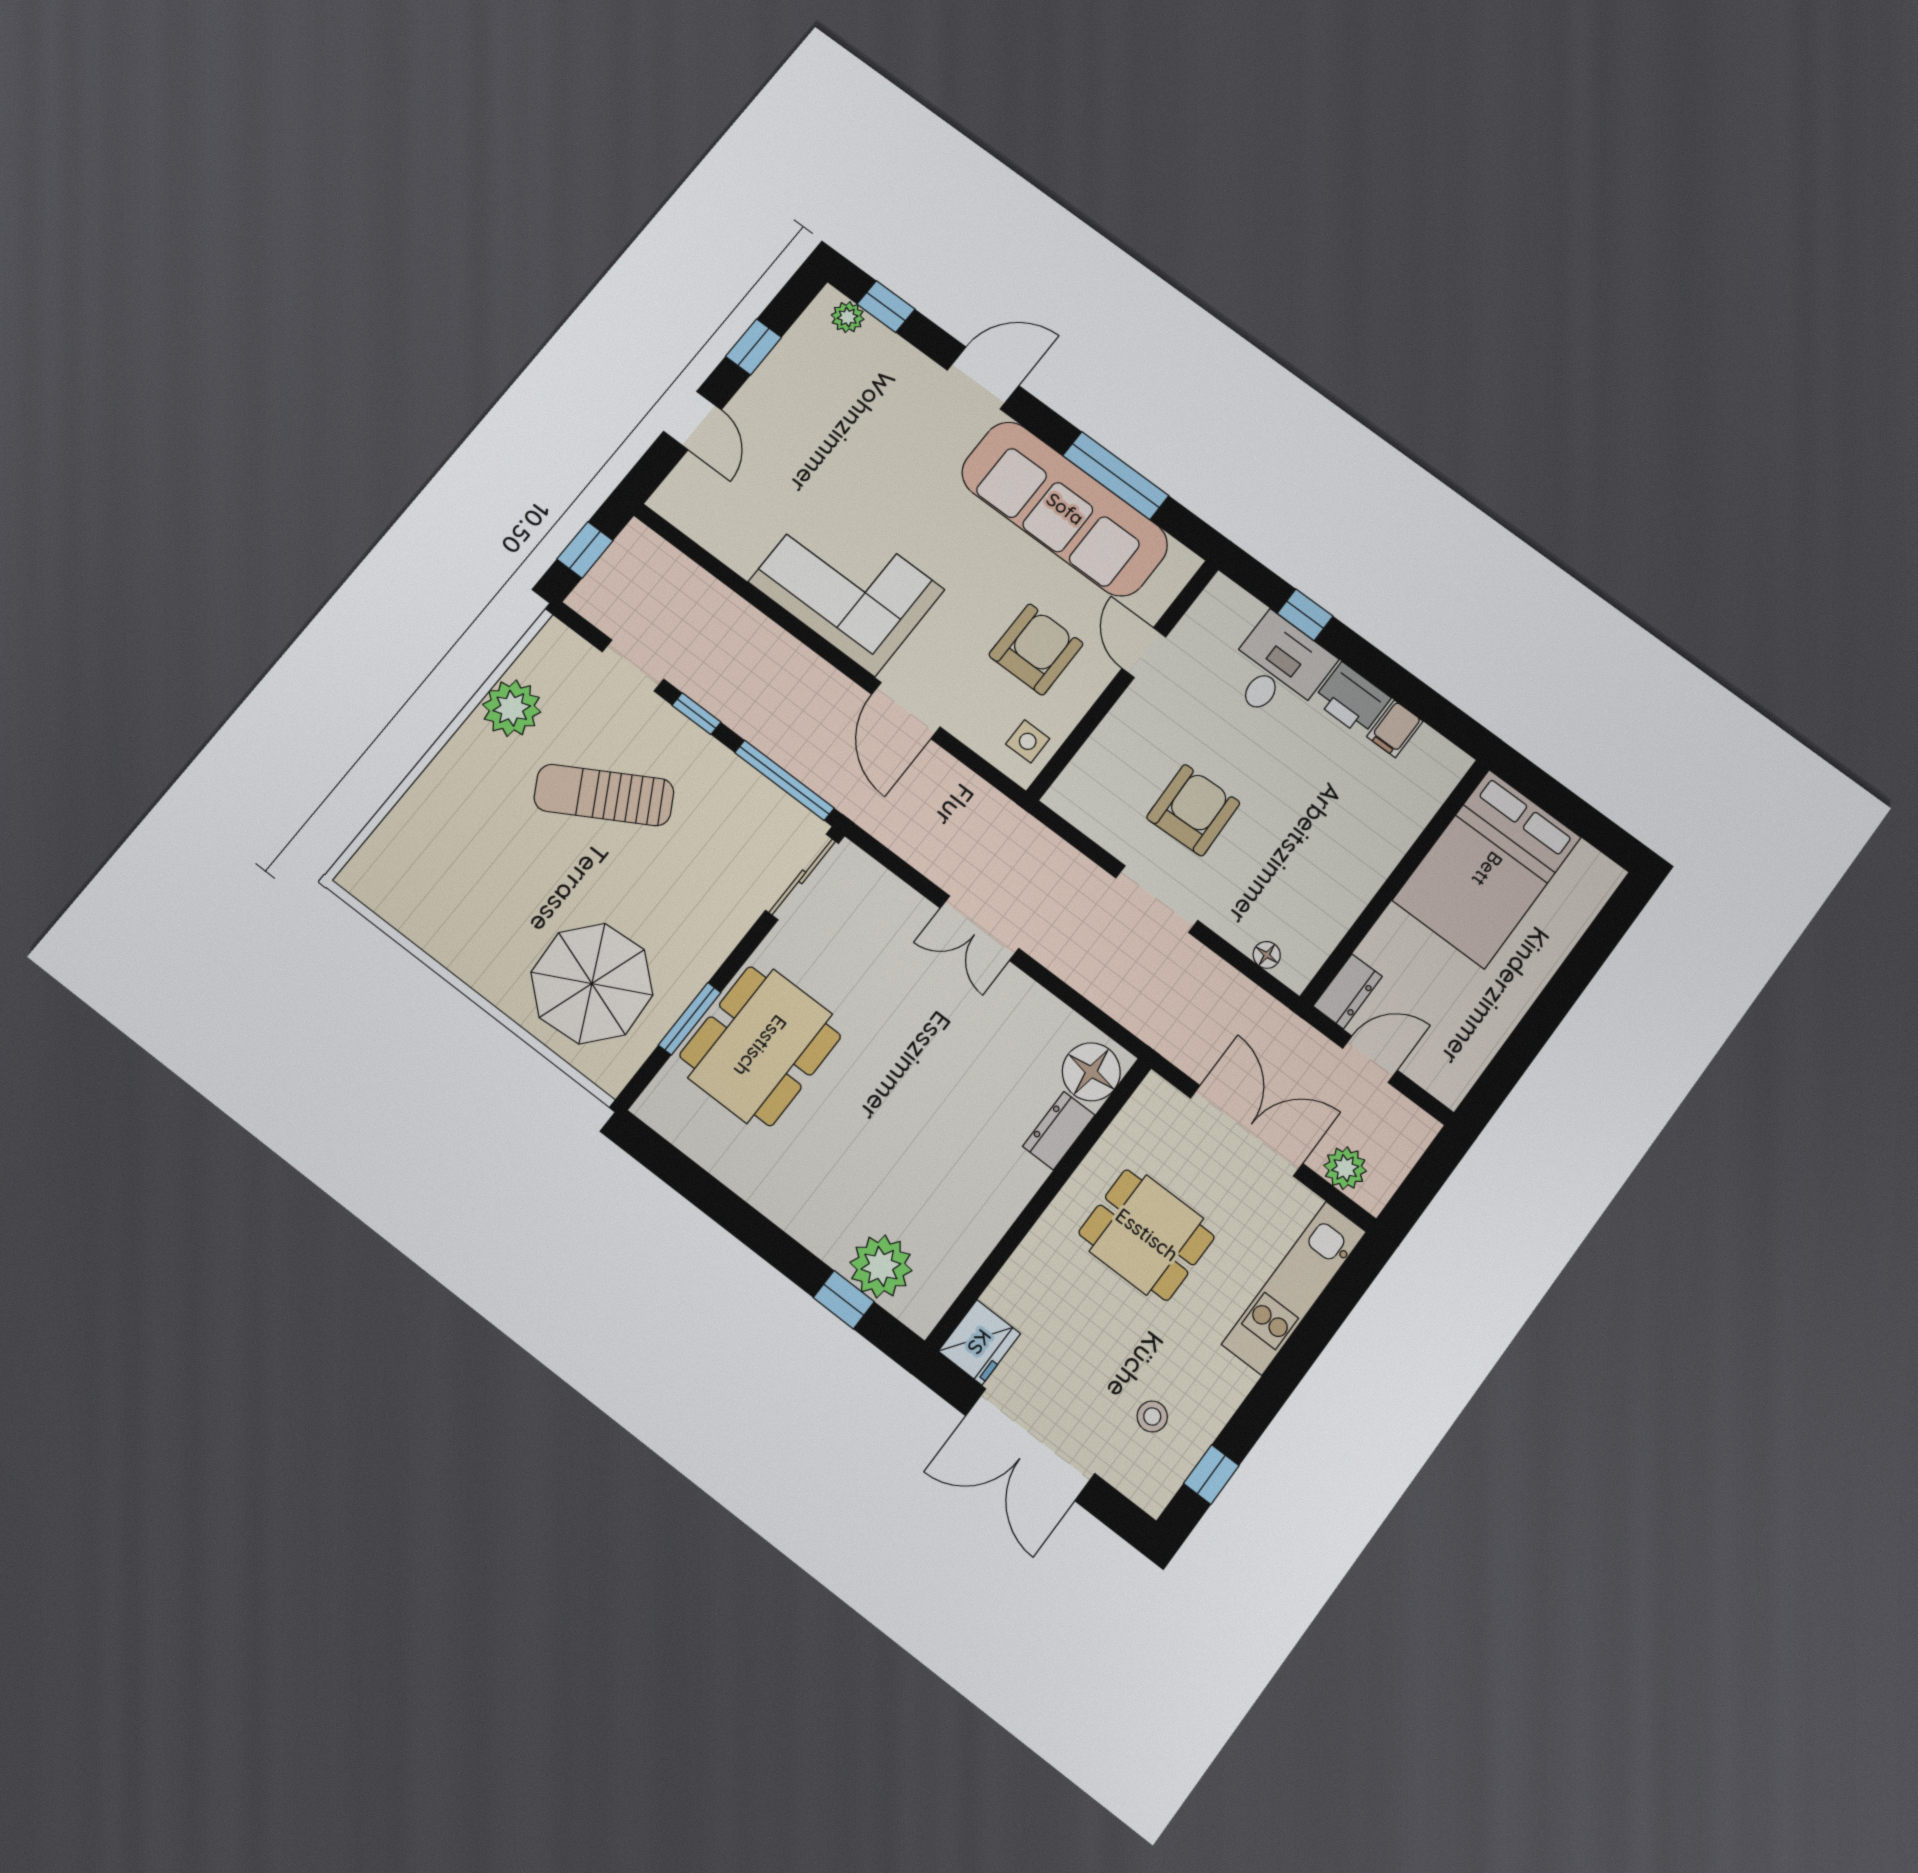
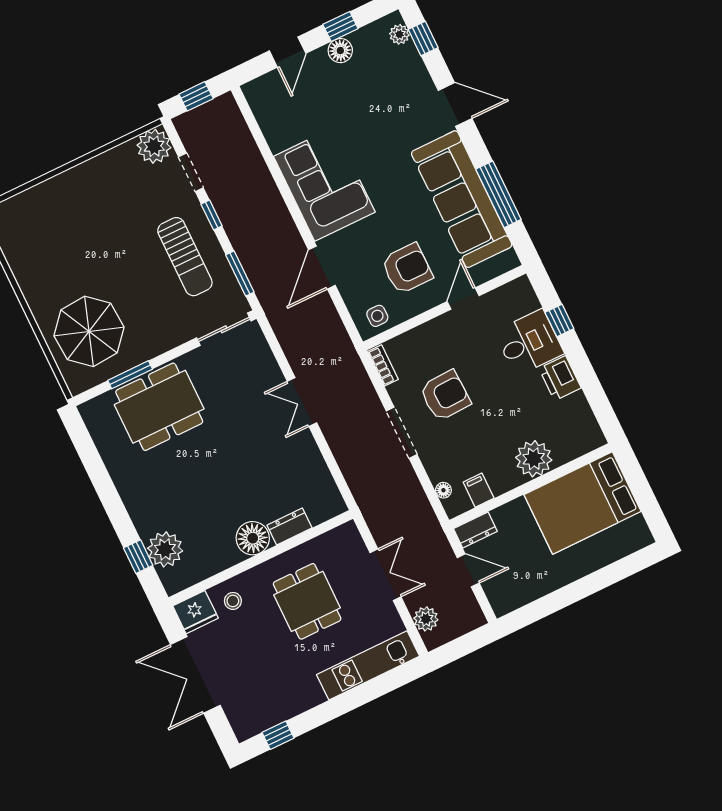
floor lamp: (771, 381) -> (340, 51), added
plant: (512, 708) -> (154, 146), moved
filing cabinet: (1395, 729) -> (479, 490), moved, turned 90
window: (784, 780) -> (240, 273), width x0.69
sun lounger: (604, 795) -> (185, 257), moved, turned -150
bookcase: (1075, 811) -> (383, 365), added
plant: (1378, 839) -> (534, 459), added
floor lamp: (1091, 1072) -> (253, 538), moved
double door: (1247, 1131) -> (385, 575), width x0.73
stool: (1152, 1416) -> (233, 601), moved

